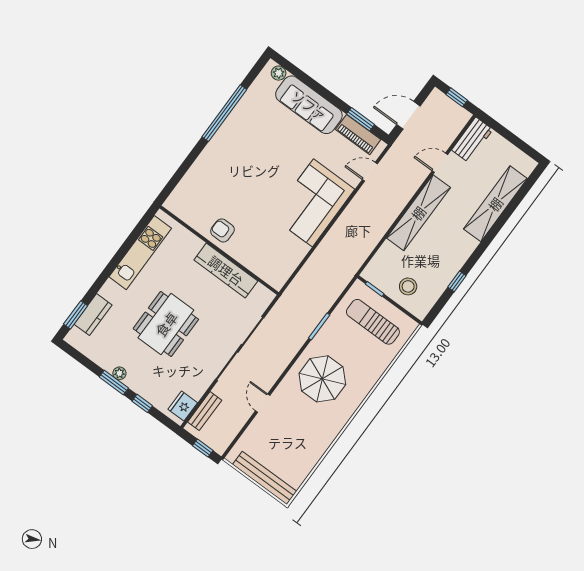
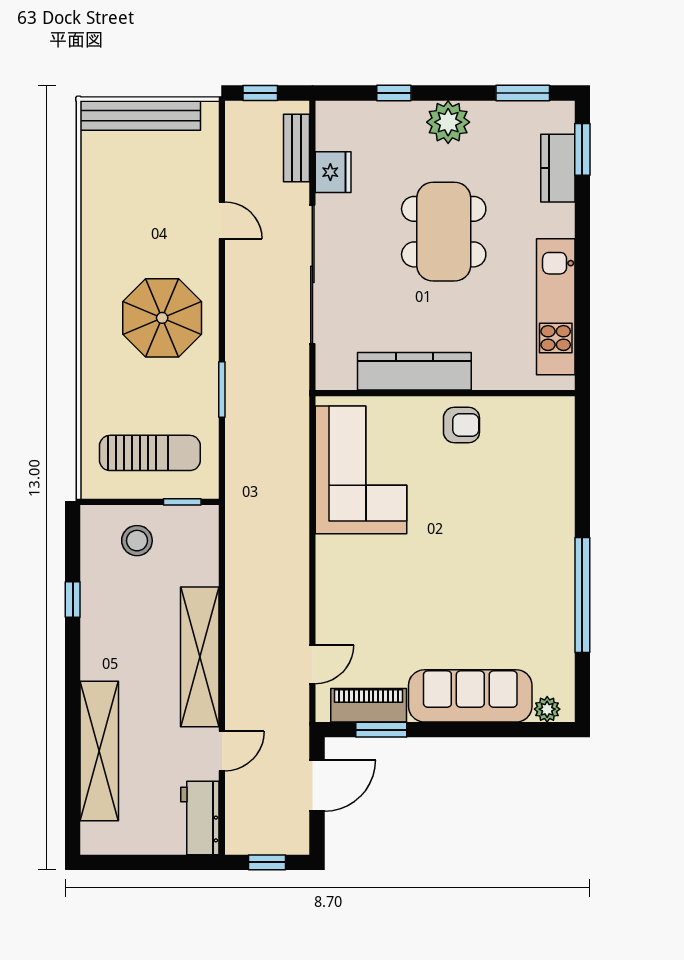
corner sofa: (313, 203) -> (361, 470), moved
plant: (119, 373) -> (448, 122), width x1.88, depth x1.88
window: (114, 383) -> (523, 93), moved
fridge: (183, 406) -> (333, 172), moved

